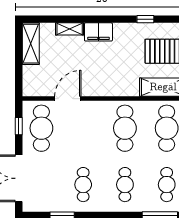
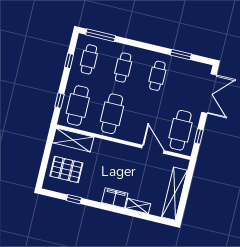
shelving: (31, 44) -> (175, 194), width x1.47
door: (68, 99) -> (153, 149), swing flipped

